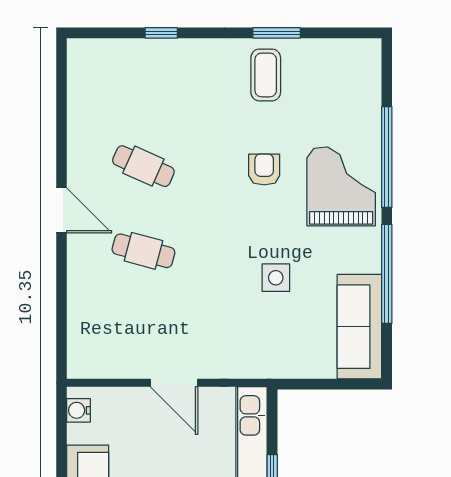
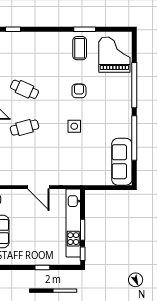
window: (161, 33) -> (13, 29), moved
grand piano: (341, 186) -> (114, 55), moved
cafe table: (143, 251) -> (25, 128), turned -30
side table: (276, 278) -> (74, 126), moved

